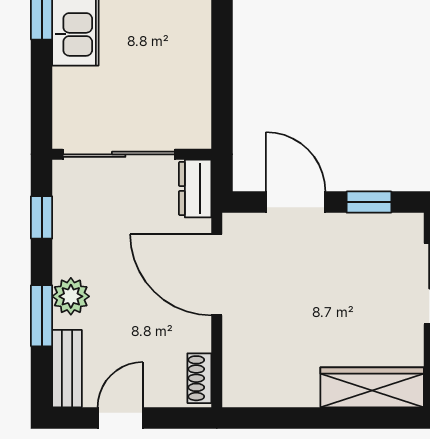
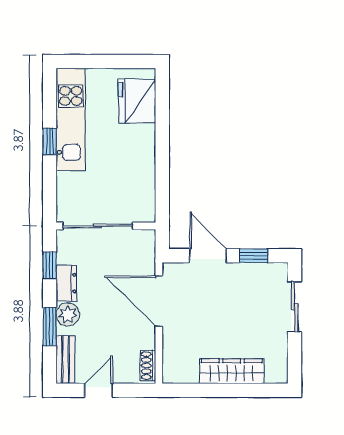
dresser: (195, 189) -> (66, 283), moved, turned 180
wardrobe: (372, 387) -> (232, 371), moved

